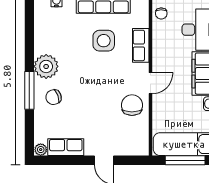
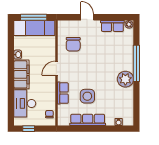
window: (29, 90) -> (136, 63), width x1.46
chair: (54, 97) -> (120, 59), removed
chair: (132, 105) -> (73, 44), moved

